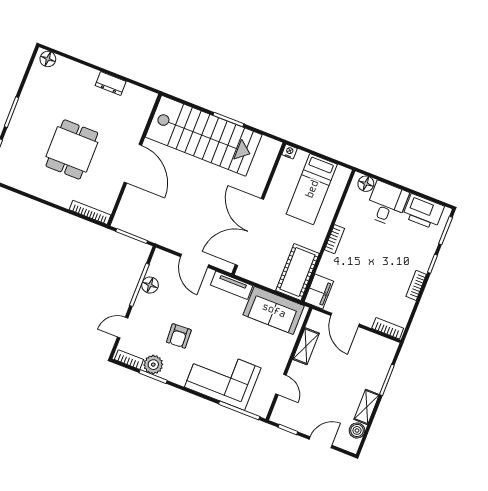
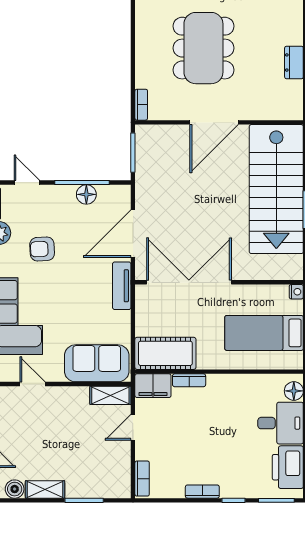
dining table: (72, 149) -> (203, 48), width x1.38
bookcase: (90, 212) -> (141, 105), width x0.64
bookcase: (334, 239) -> (189, 380), moved
door: (195, 261) -> (133, 234), width x1.36
sofa: (274, 310) -> (97, 363), moved, turned 90
door: (345, 320) -> (133, 427), width x0.73
shelving: (306, 346) -> (110, 395), moved
door: (281, 385) -> (33, 384), swing flipped

